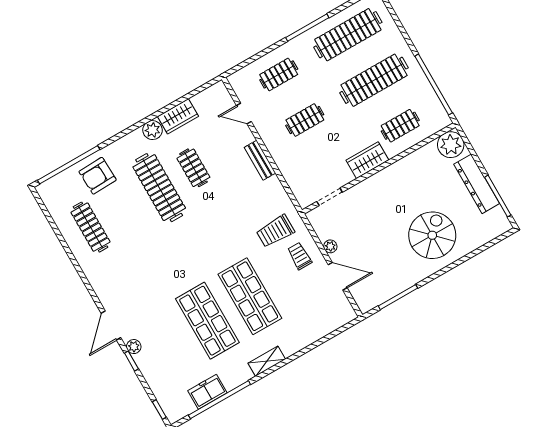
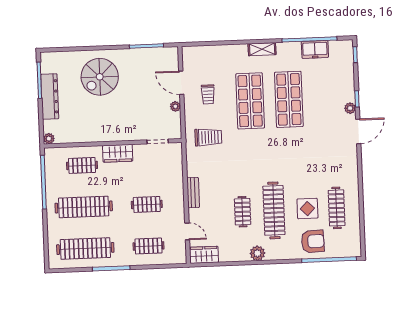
wardrobe: (178, 116) -> (204, 255), moved
plant: (451, 145) -> (49, 139), width x0.53, depth x0.53
display table: (123, 209) -> (307, 209), added
trolley: (300, 256) -> (208, 94), moved

